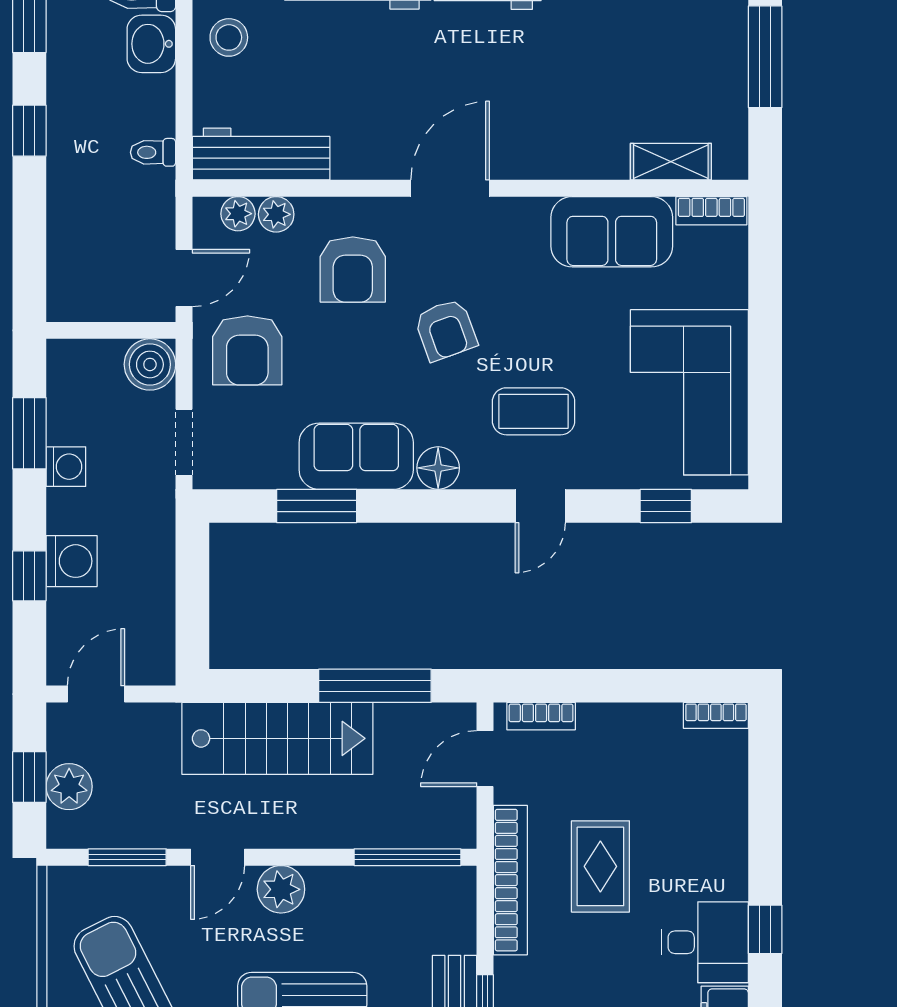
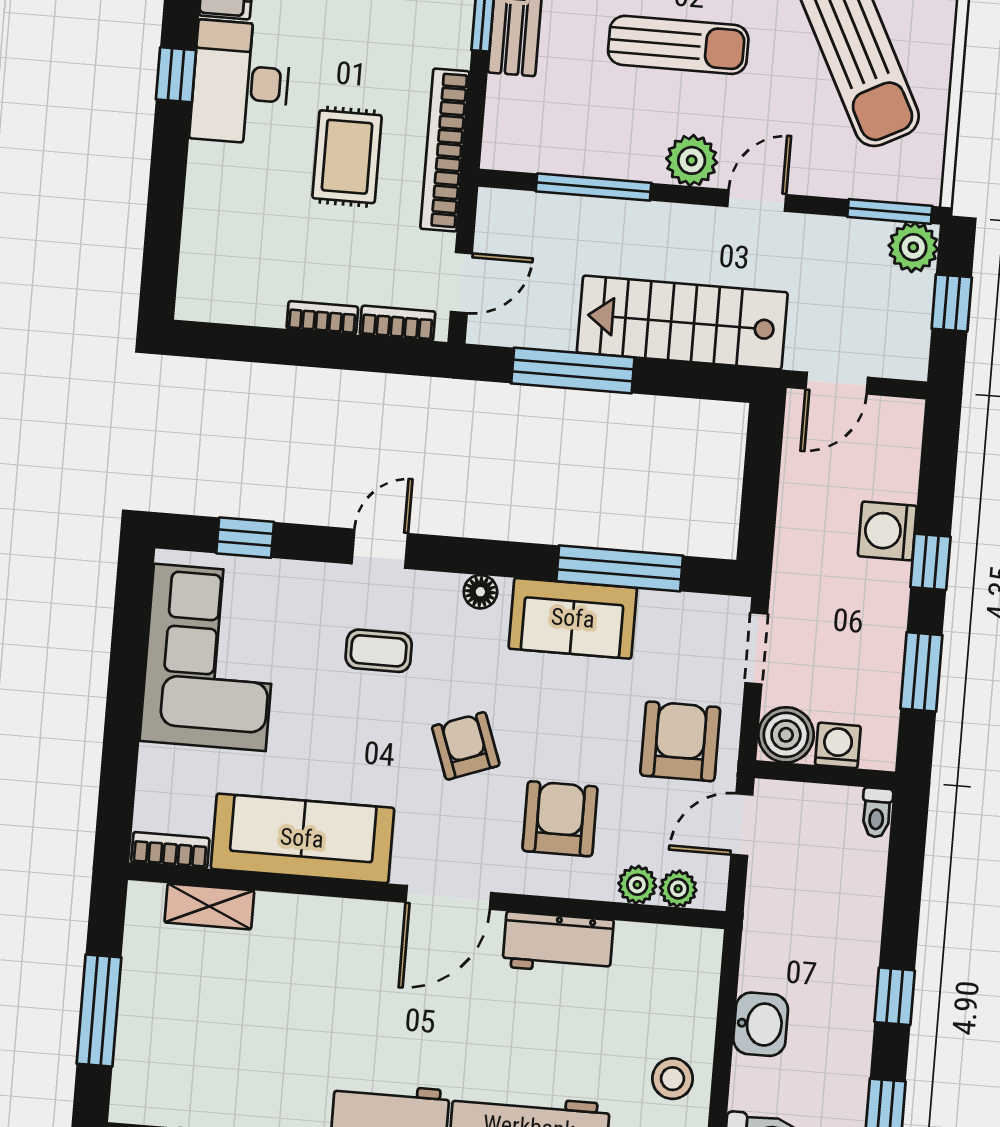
washbasin: (151, 44) -> (761, 1024), moved
toilet: (153, 152) -> (877, 813), moved, turned 90
workbench: (261, 154) -> (558, 943), moved, width x0.73
sofa: (612, 232) -> (302, 838), width x1.36
coffee table: (534, 411) -> (379, 651), width x0.73, depth x0.77
washing machine: (66, 467) -> (838, 745), moved, turned 90
floor lamp: (438, 468) -> (480, 592), width x0.73, depth x0.73
window: (317, 506) -> (620, 568), width x1.44
window: (29, 576) -> (930, 562), moved
door: (96, 694) -> (837, 383), moved
bookcase: (716, 715) -> (322, 318), moved
plant: (69, 787) -> (913, 247), moved
window: (127, 857) -> (890, 211), moved
window: (408, 857) -> (594, 187), moved
desk: (705, 942) -> (240, 82), width x1.37

